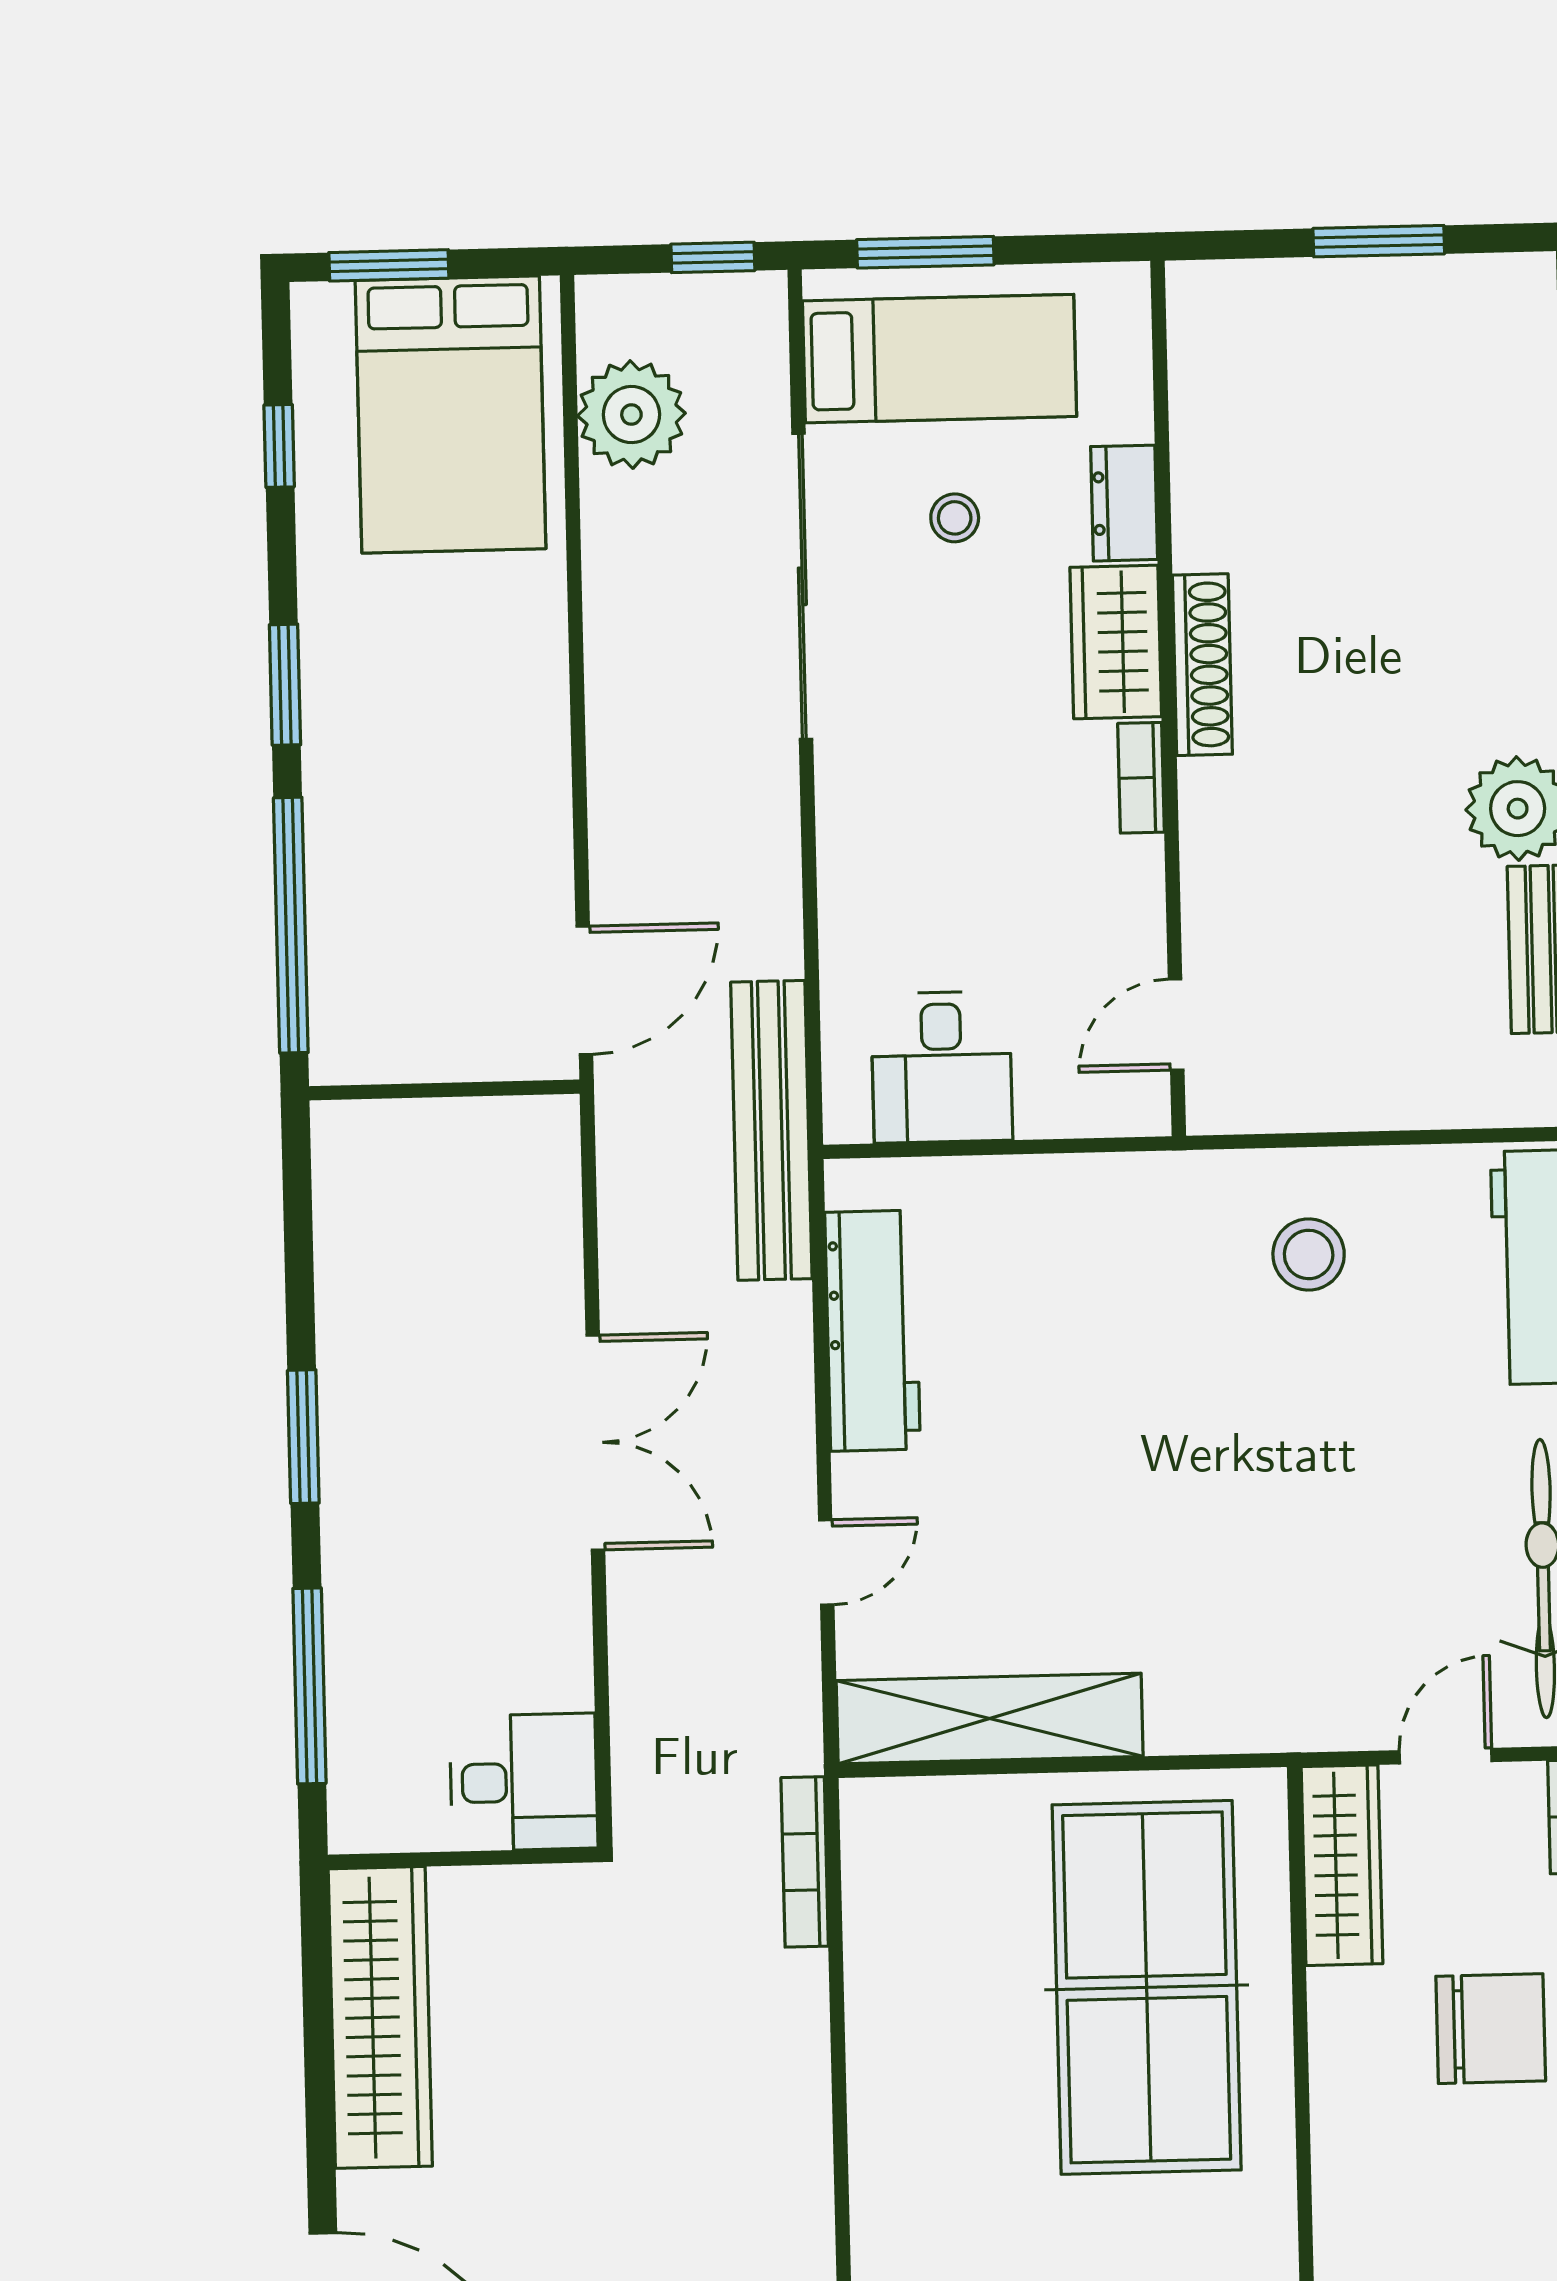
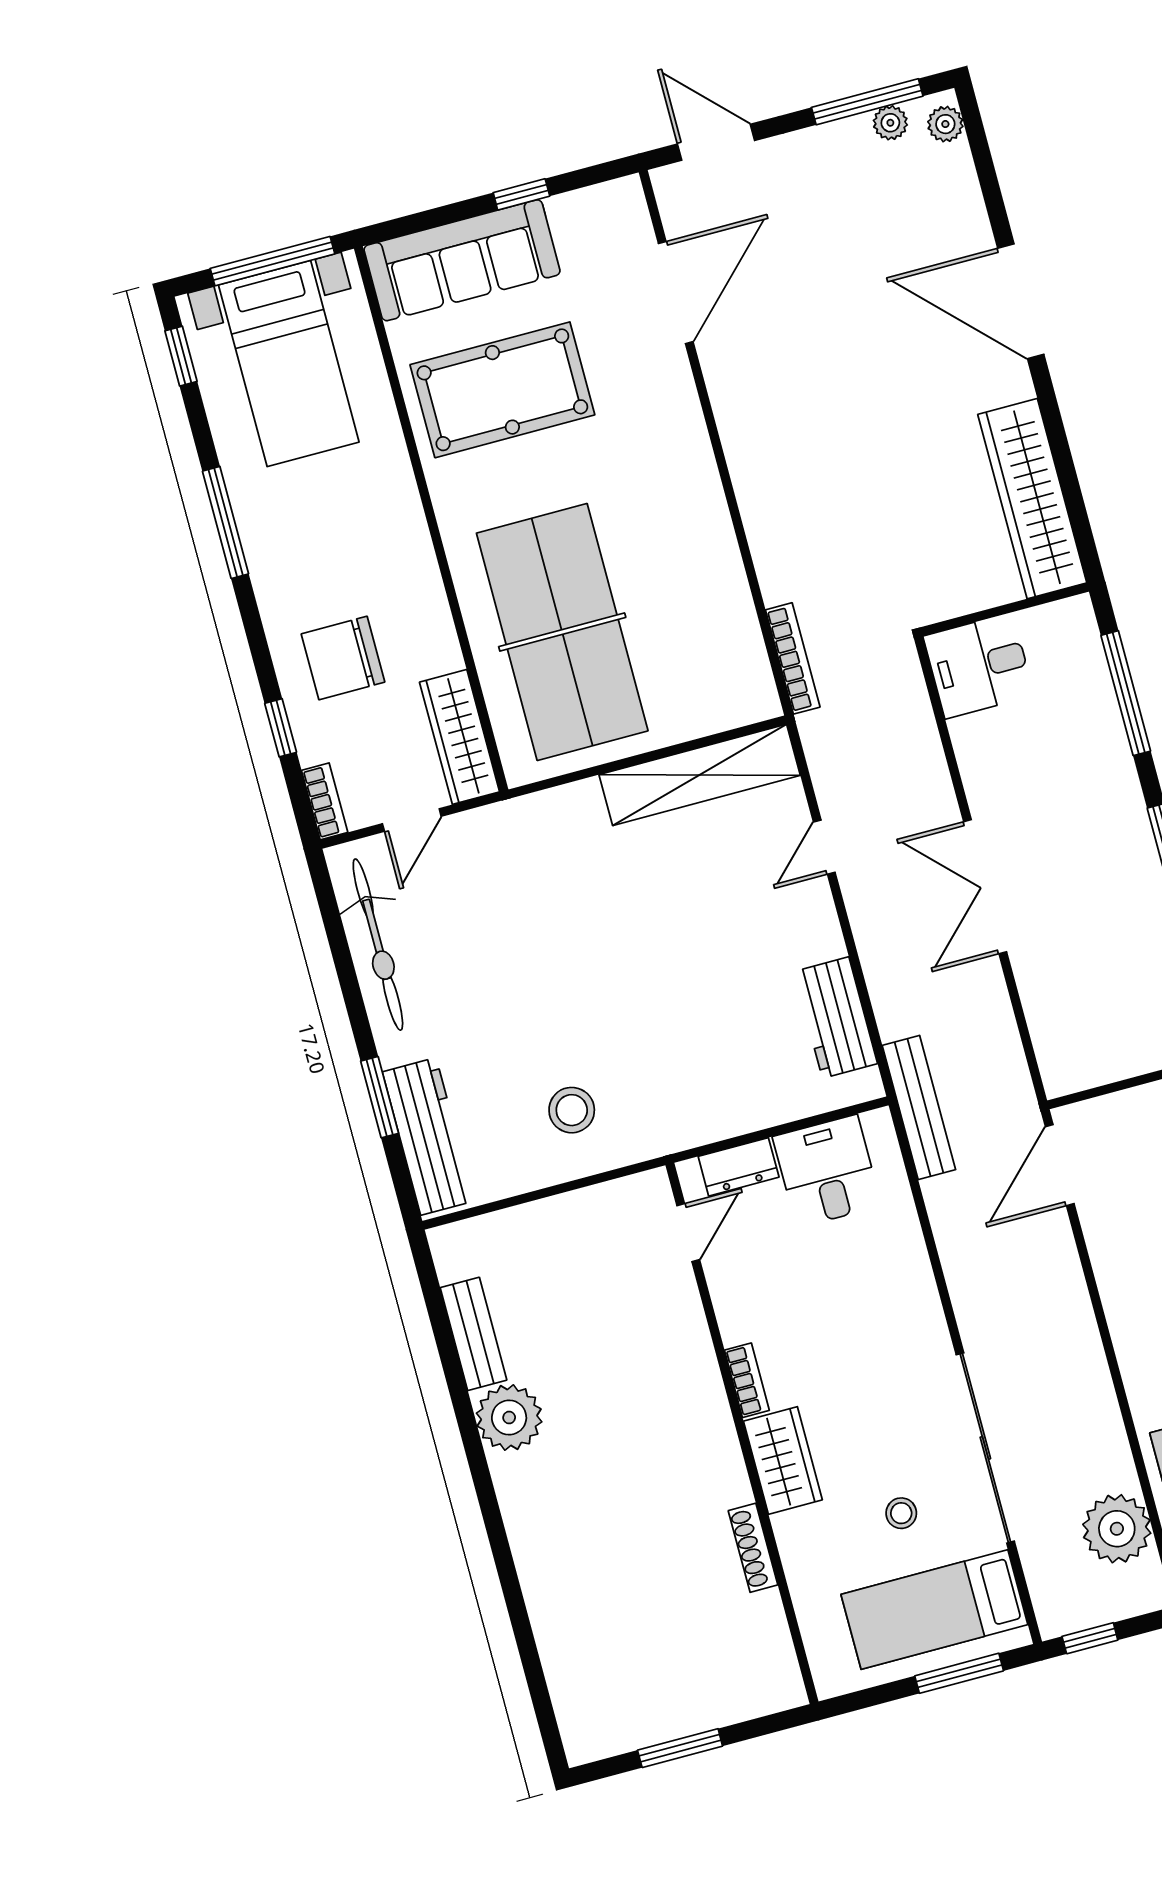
dresser: (1124, 503) -> (739, 1167), moved, turned 90
shoe rack: (1202, 665) -> (753, 1548), moved, width x0.74, depth x0.81
bench: (771, 1130) -> (919, 1108), width x0.73, depth x0.82
workbench: (873, 1331) -> (836, 1018), width x0.73

